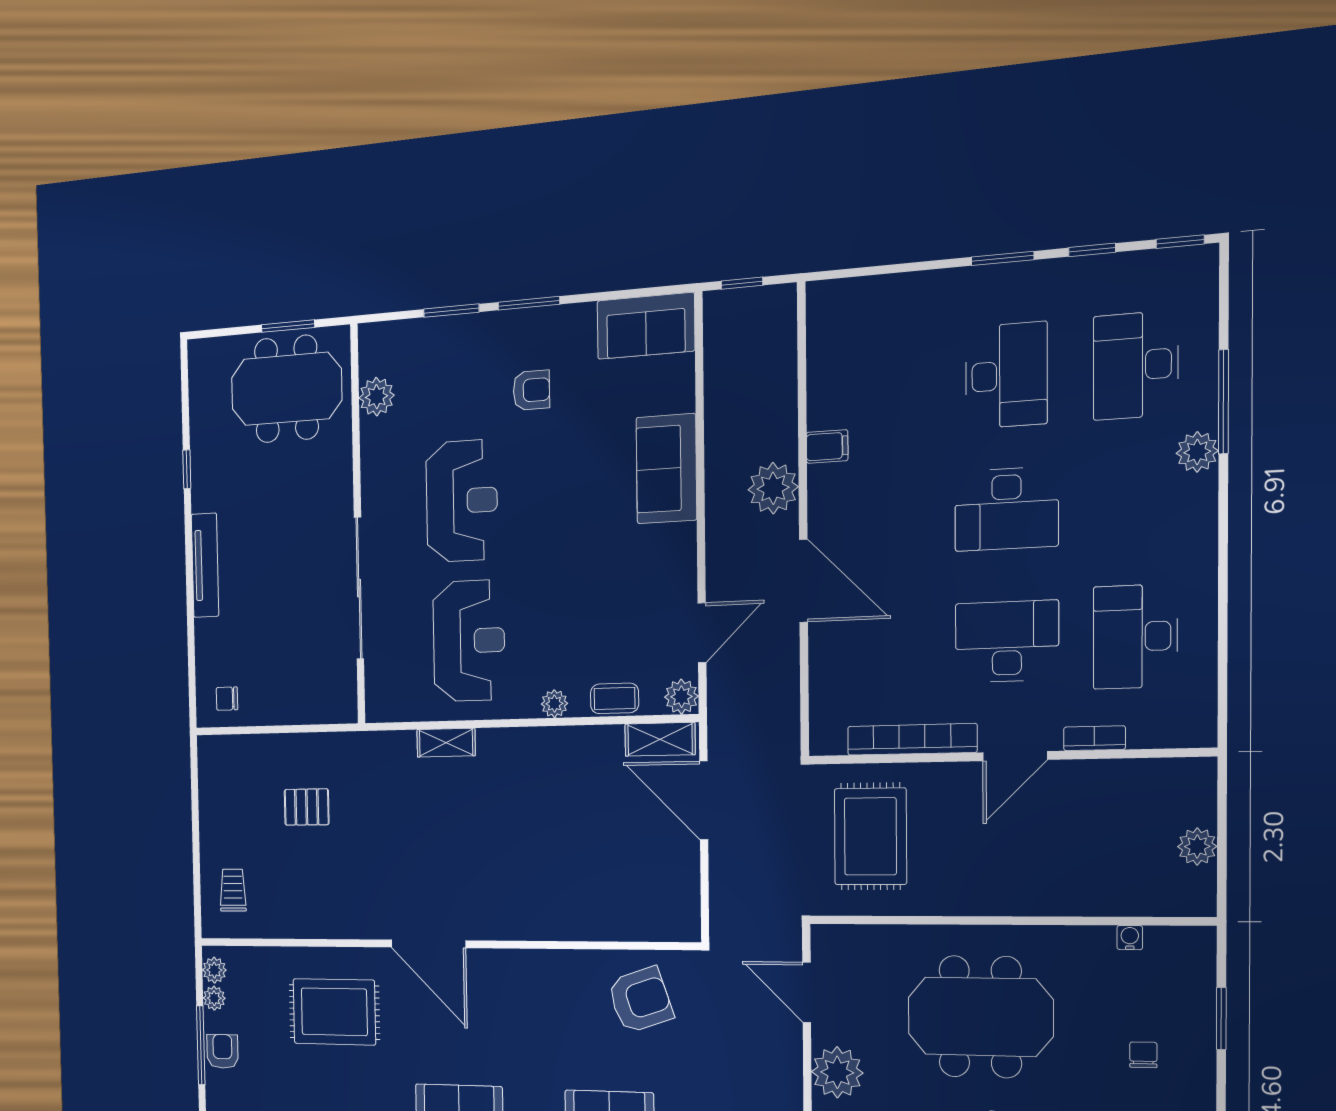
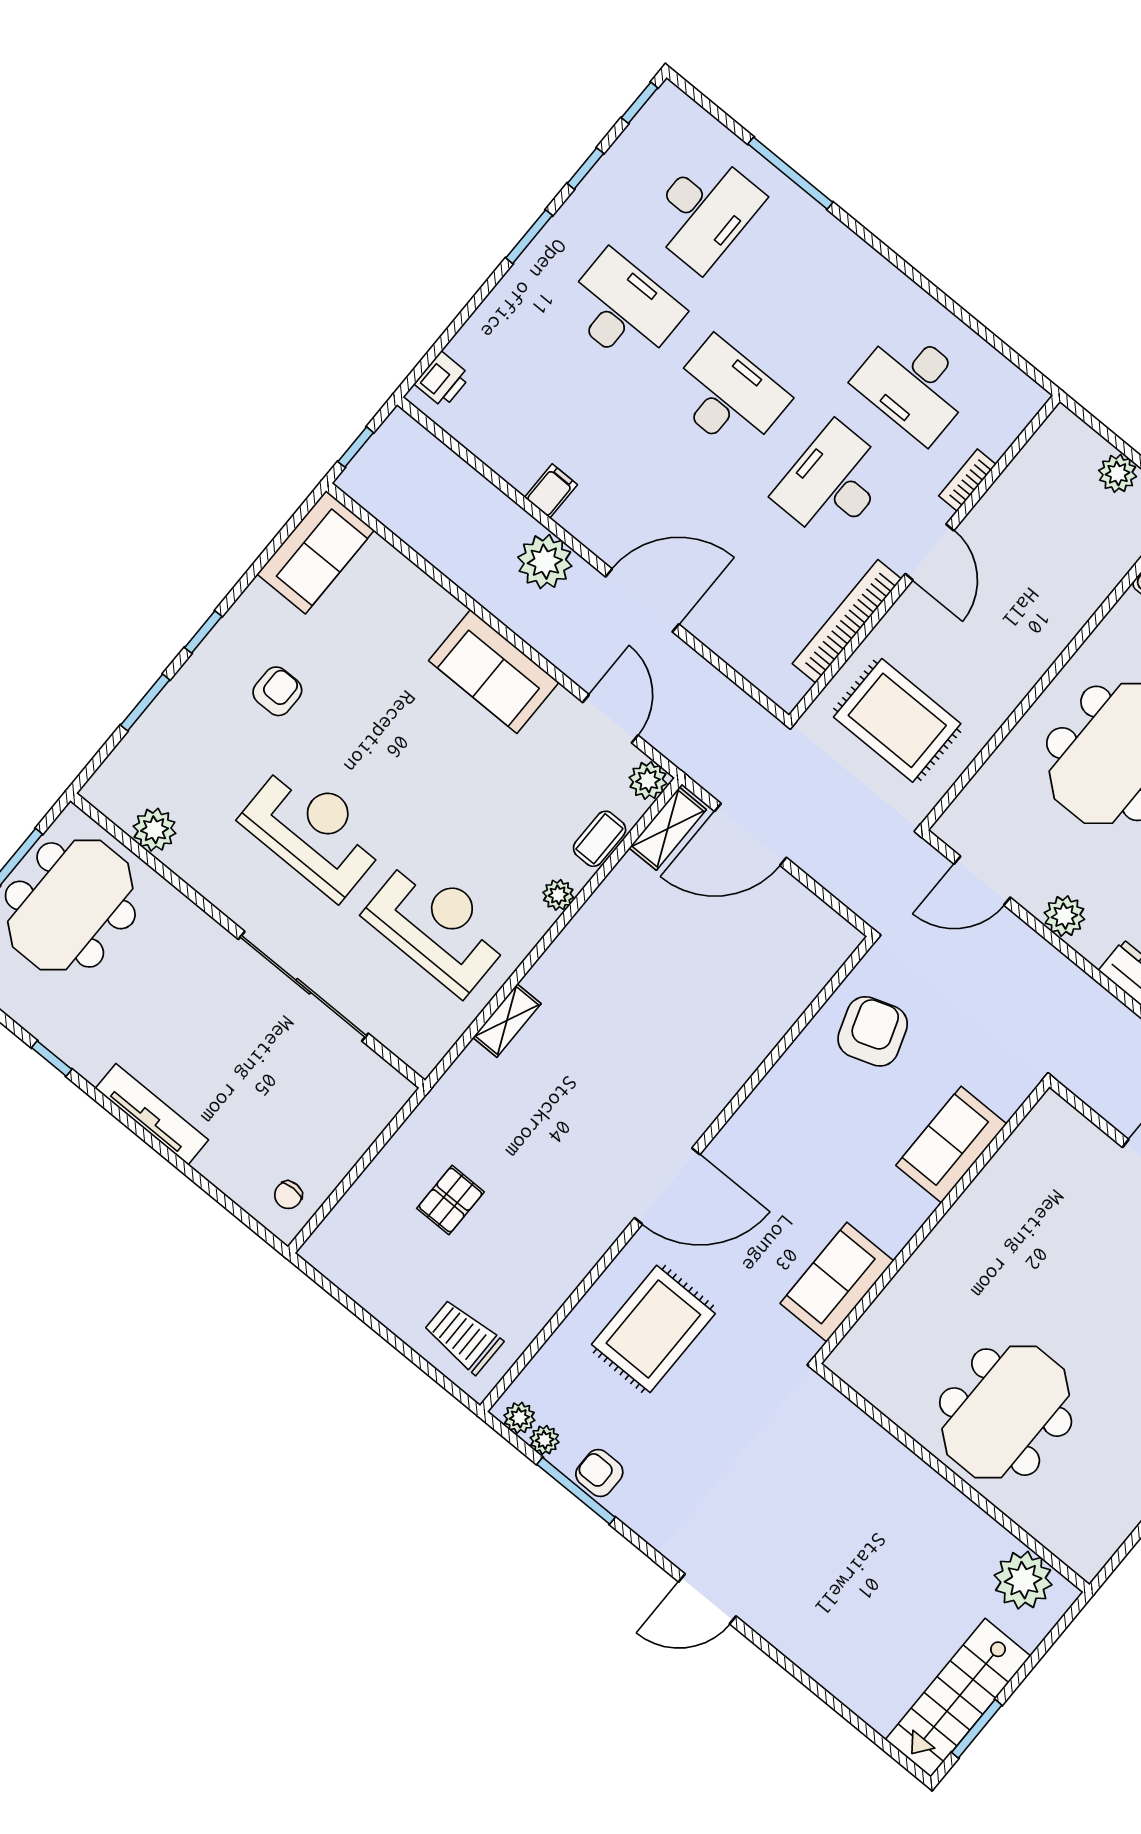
printer: (842, 297) -> (442, 380), added
window: (529, 303) -> (203, 632), width x0.67
desk: (1136, 365) -> (704, 211), turned -90
plant: (1197, 452) -> (812, 223), removed
sofa: (666, 469) -> (494, 672), moved
desk: (1007, 509) -> (728, 396), turned -90
trolley: (233, 890) -> (463, 1337), width x1.36, depth x1.39
plant: (837, 1072) -> (1064, 916), width x0.73, depth x0.73

